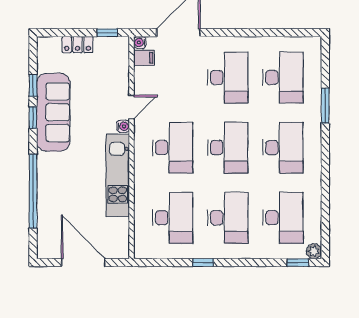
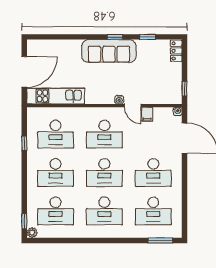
locker: (78, 45) -> (176, 51), moved
filing cabinet: (144, 58) -> (147, 114), moved
window: (325, 106) -> (160, 240), moved
sofa: (53, 112) -> (109, 51), moved
window: (33, 118) -> (115, 37), moved
kitchen unit: (118, 175) -> (56, 96), moved
window: (33, 191) -> (74, 37), removed
window: (203, 263) -> (24, 143), moved

